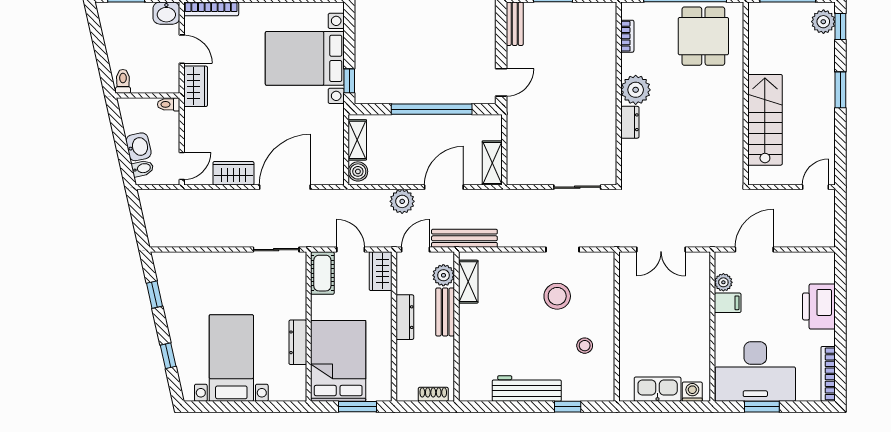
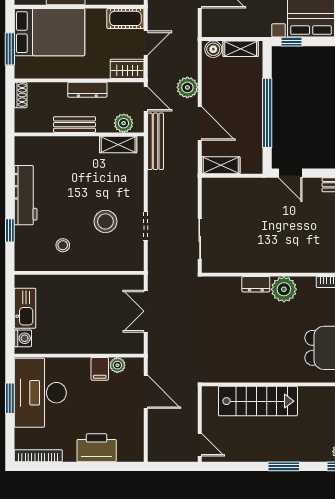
bench: (445, 312) -> (74, 125), moved
shoe rack: (433, 394) -> (21, 95), moved

